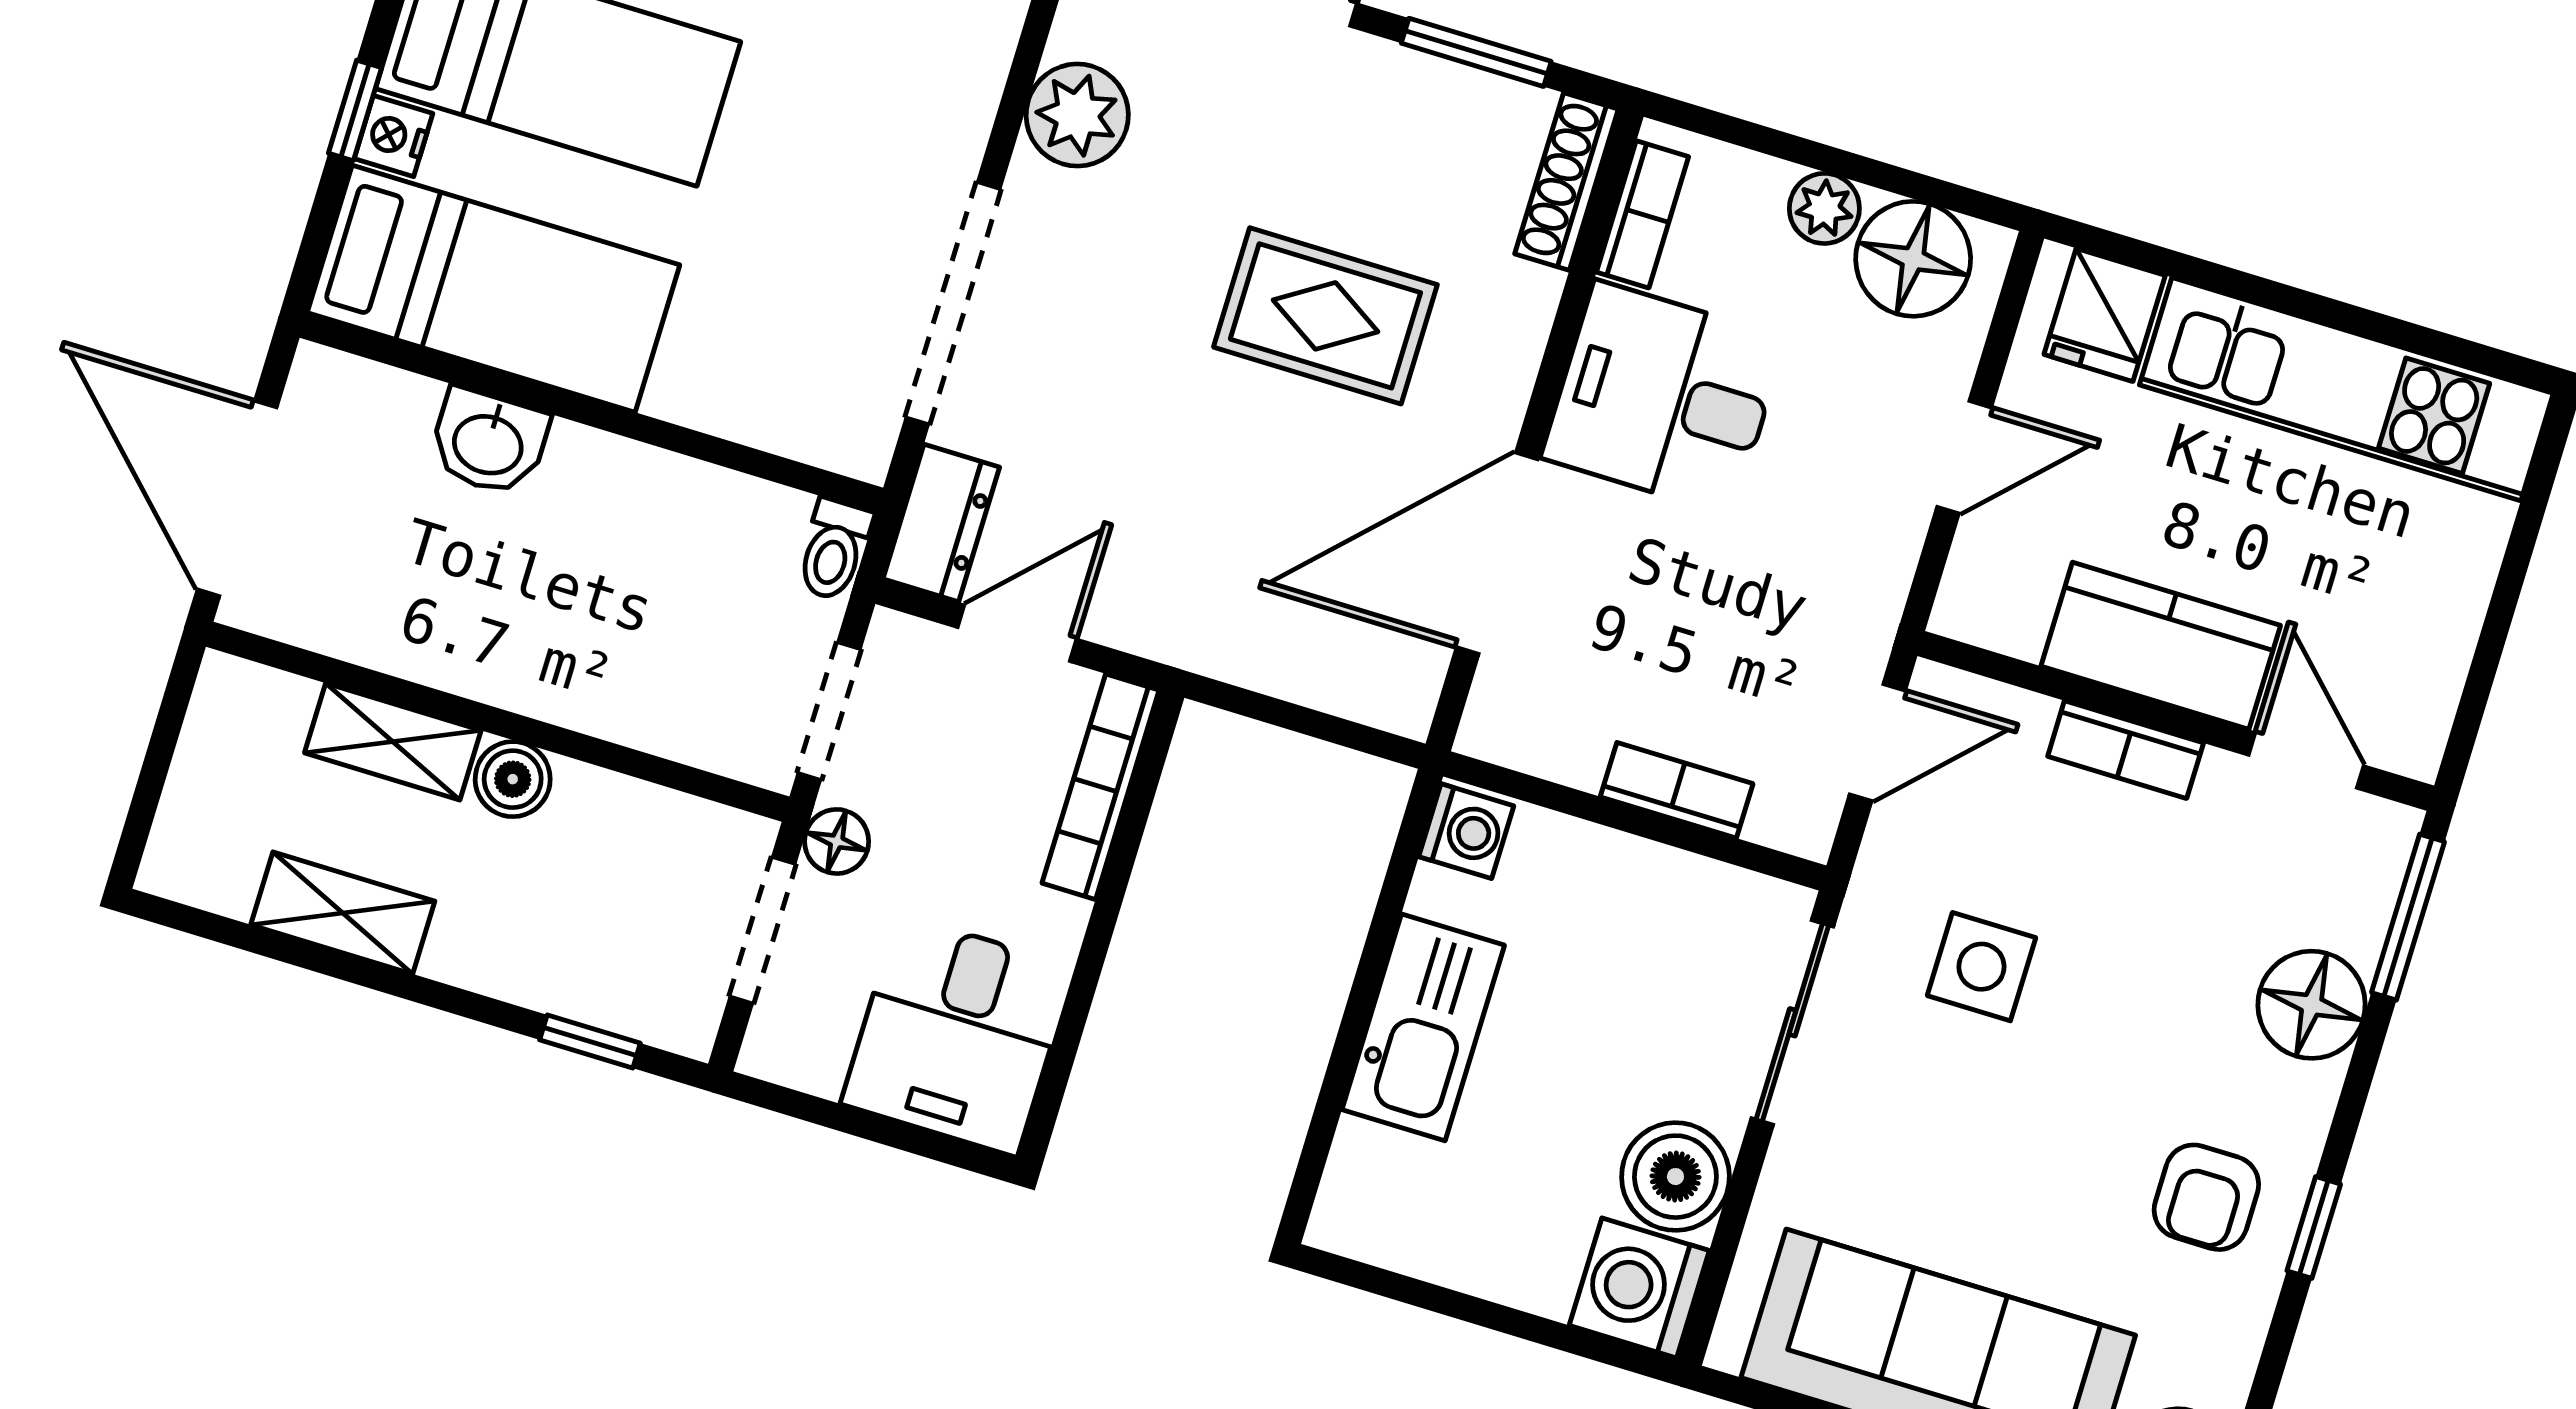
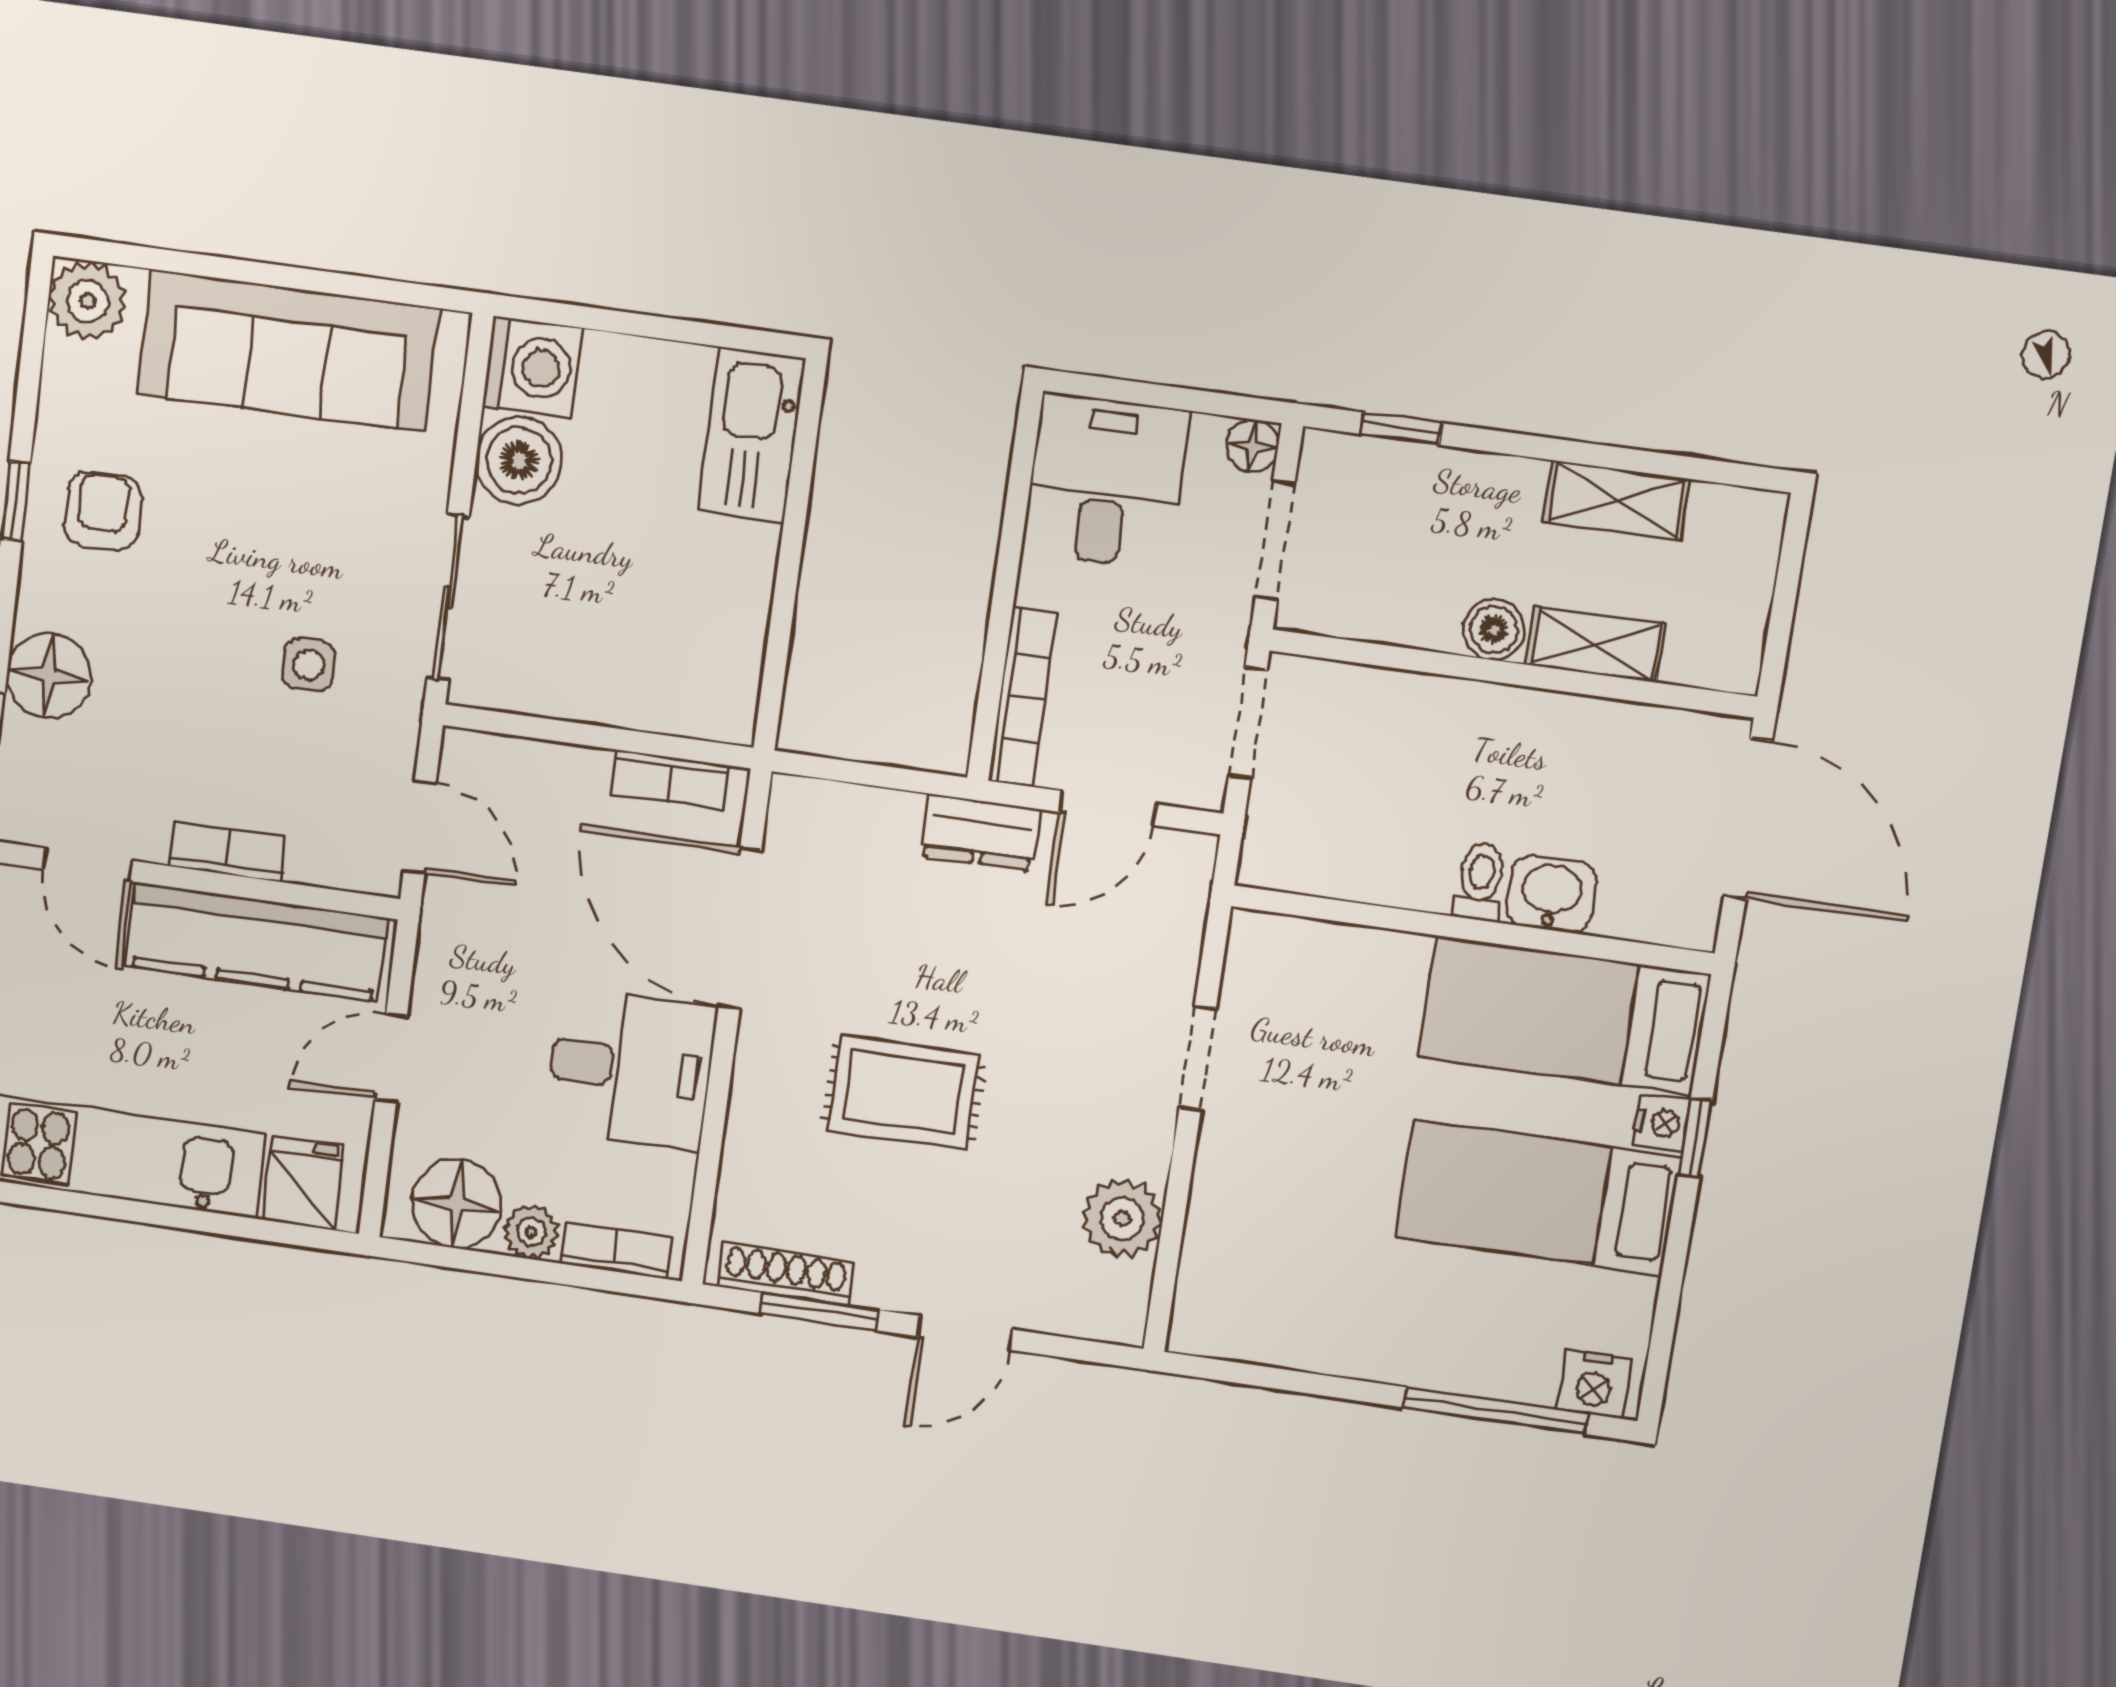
shoe rack: (1566, 182) -> (786, 1274), moved, turned -90
bookcase: (1642, 214) -> (616, 1250), moved, turned 90
doorway: (953, 303) -> (1198, 1058), width x0.53
dresser: (941, 523) -> (980, 832), moved, turned -90
toilet: (834, 550) -> (1480, 882), moved
door: (1497, 553) -> (740, 929), swing flipped
kitchen counter: (2161, 646) -> (257, 942), width x1.50
door: (1877, 743) -> (420, 827), swing flipped
bookcase: (1677, 790) -> (671, 780), moved
washing machine: (1466, 831) -> (728, 708), removed
floor lamp: (837, 841) -> (1252, 446), moved
side table: (1981, 967) -> (309, 665), width x0.73, depth x0.73
kitchen sink: (1423, 1027) -> (752, 435), moved

